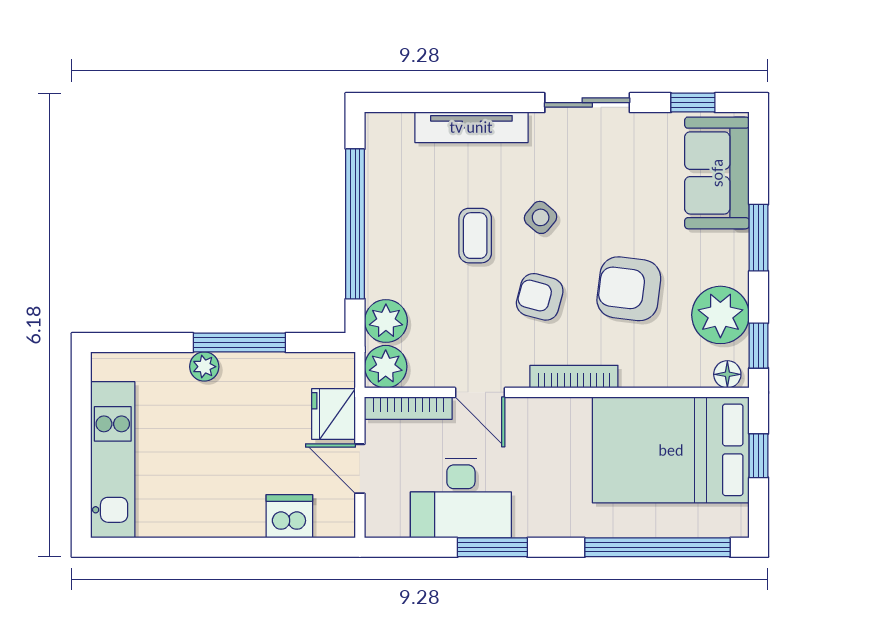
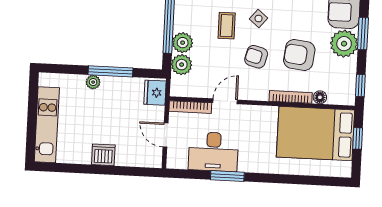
plant: (720, 315) -> (344, 44), moved
plant: (386, 367) -> (183, 43), moved
floor lamp: (727, 374) -> (320, 97), moved
bookcase: (574, 377) -> (291, 97), moved
door: (480, 392) -> (225, 101), swing flipped
fridge: (334, 414) -> (155, 93), moved
dishwasher: (289, 516) -> (103, 155), moved
window: (657, 547) -> (307, 180), removed

